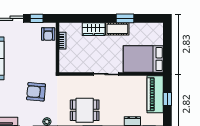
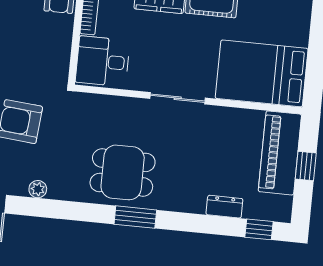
desk: (71, 61) -> (103, 61), added

